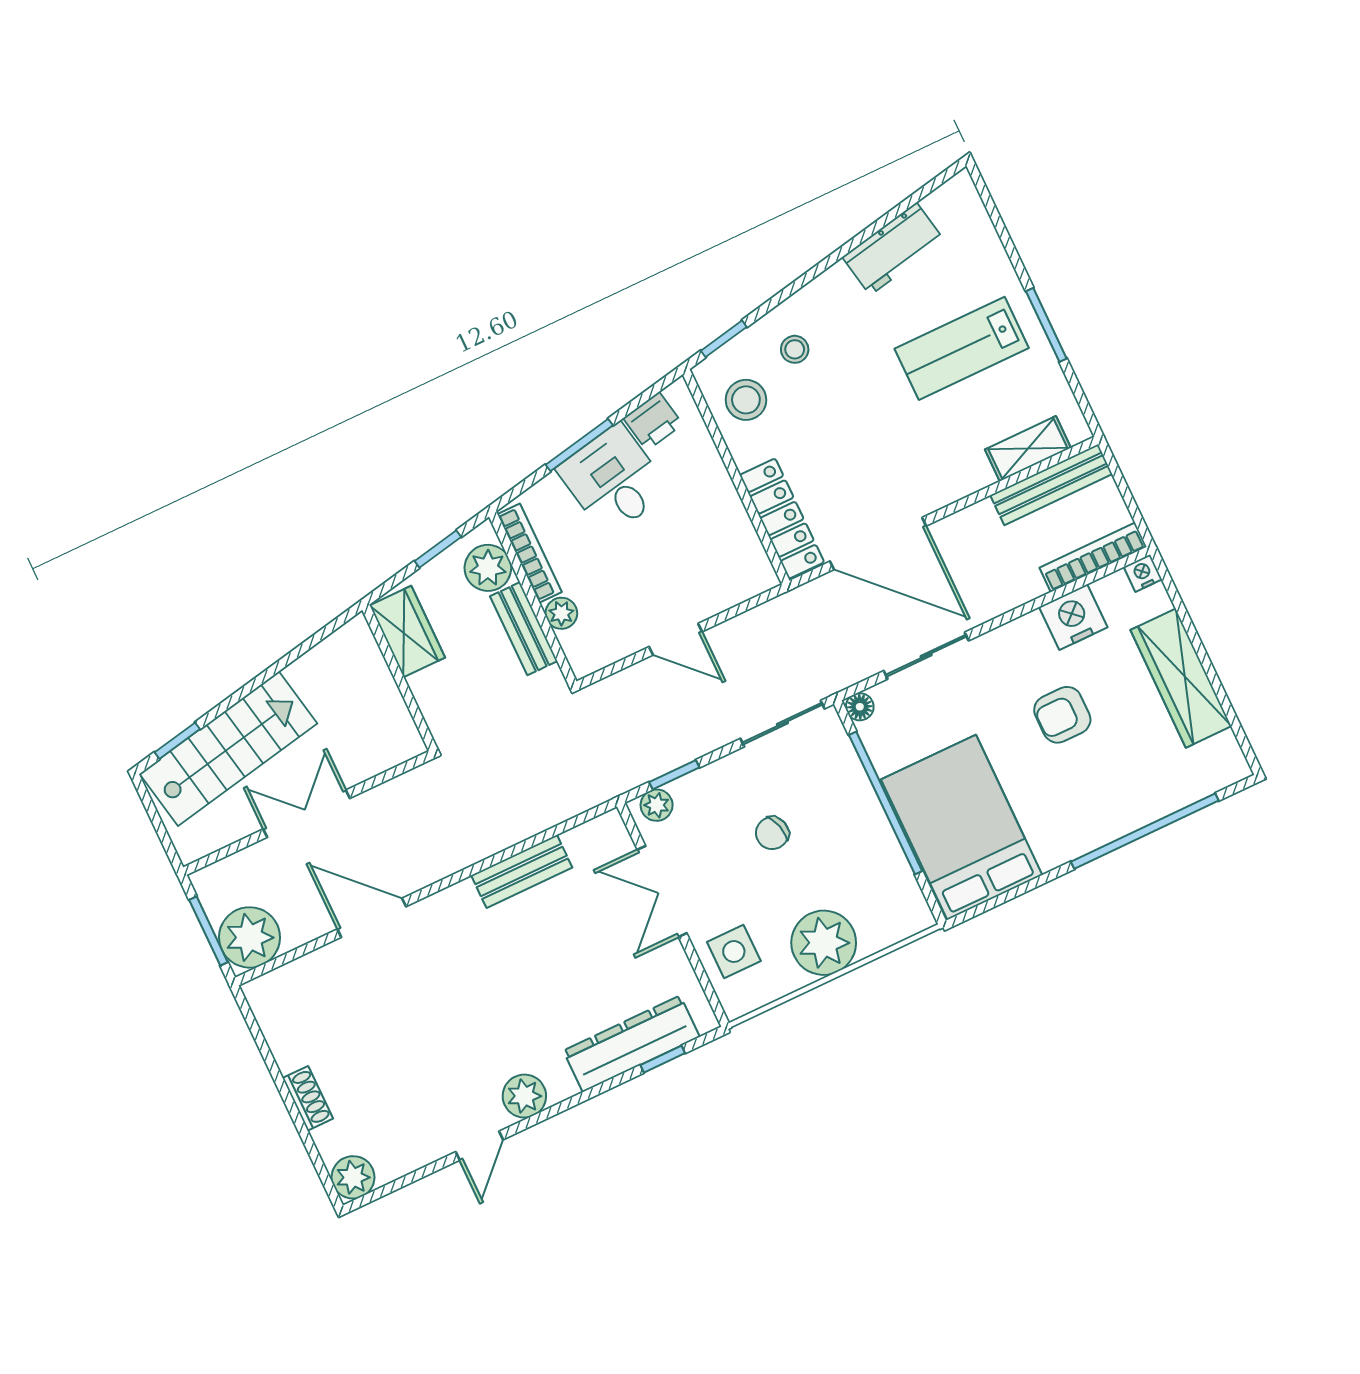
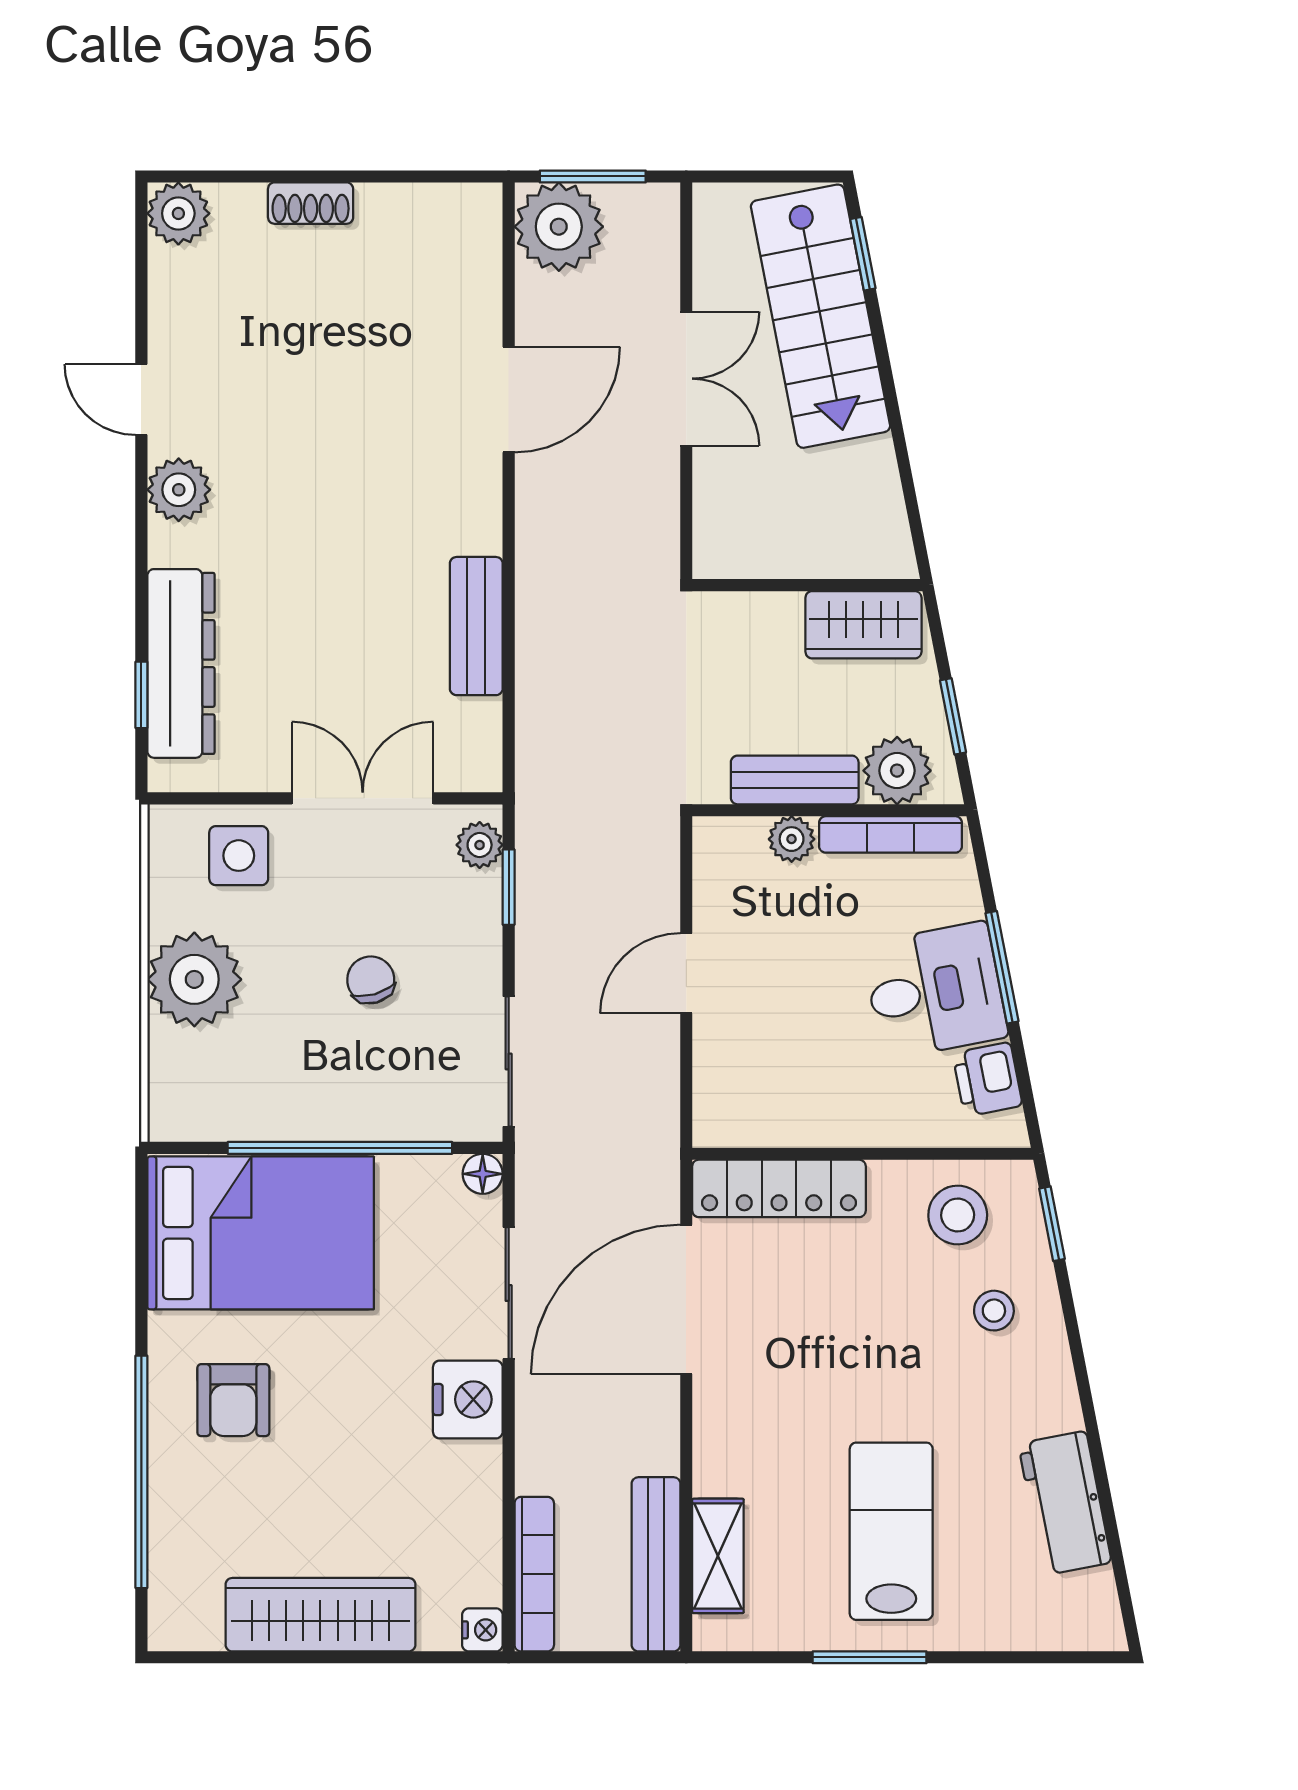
nightstand: (1073, 617) -> (468, 1399), moved
armchair: (1062, 715) -> (233, 1400), moved, turned 180

